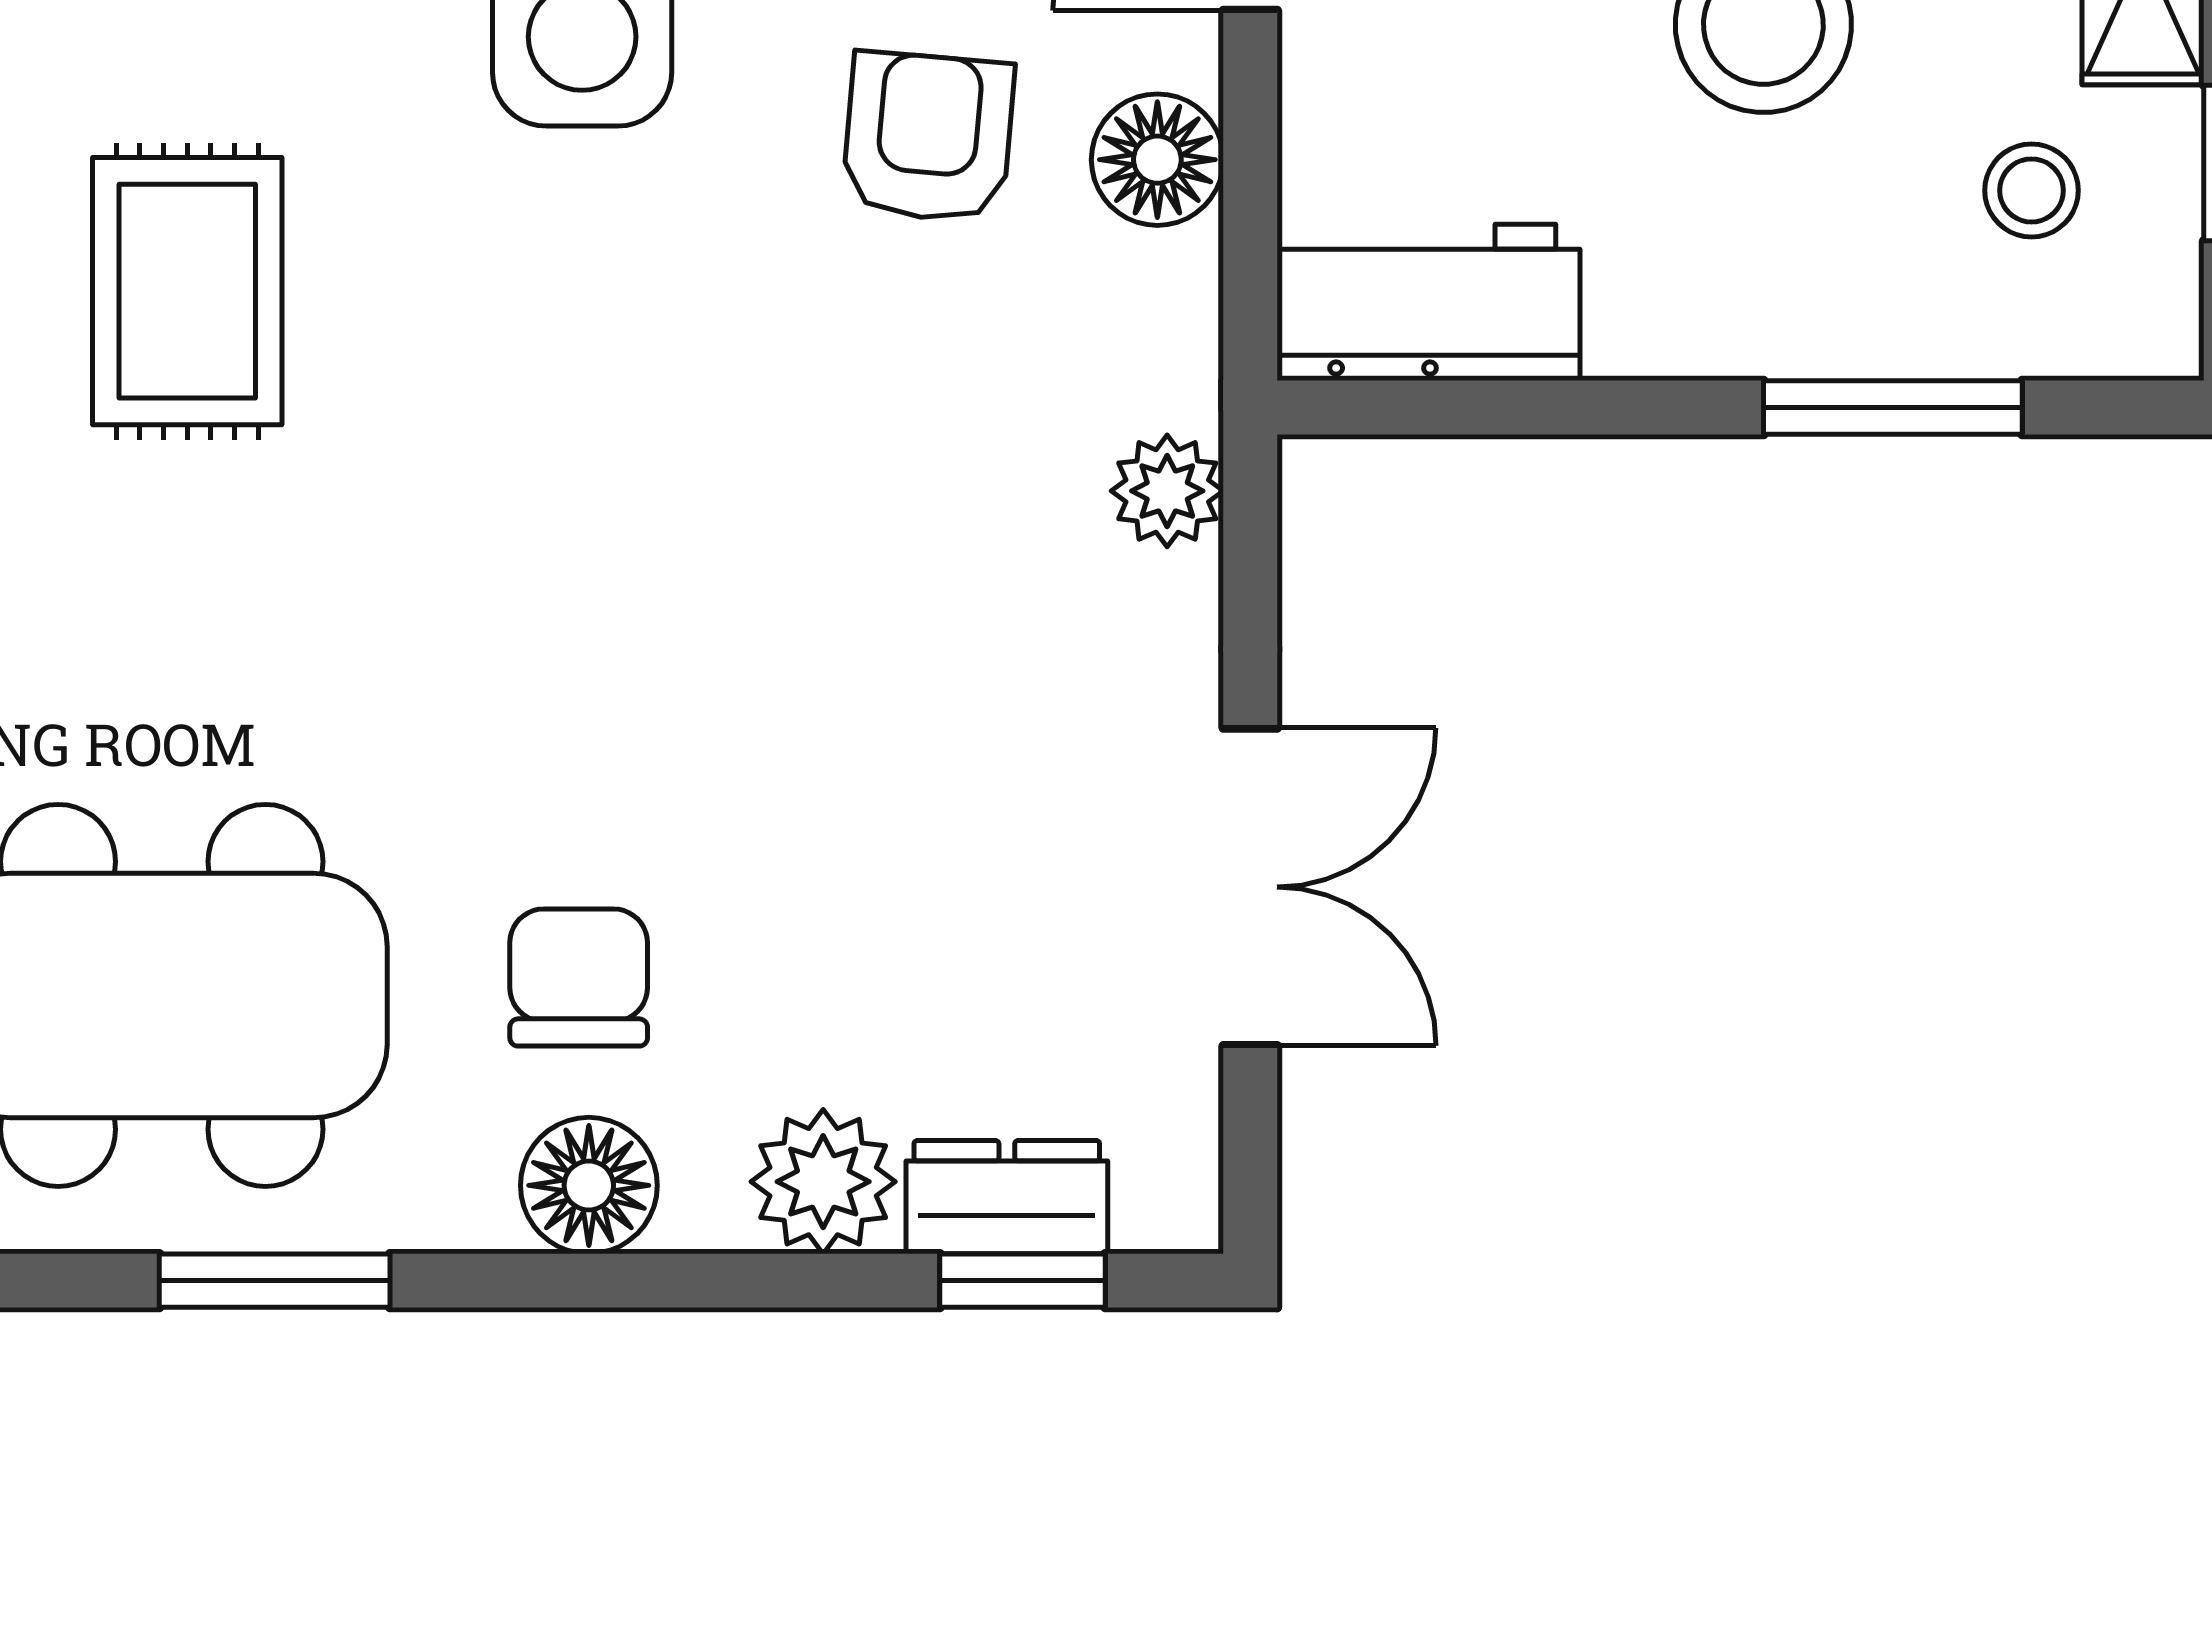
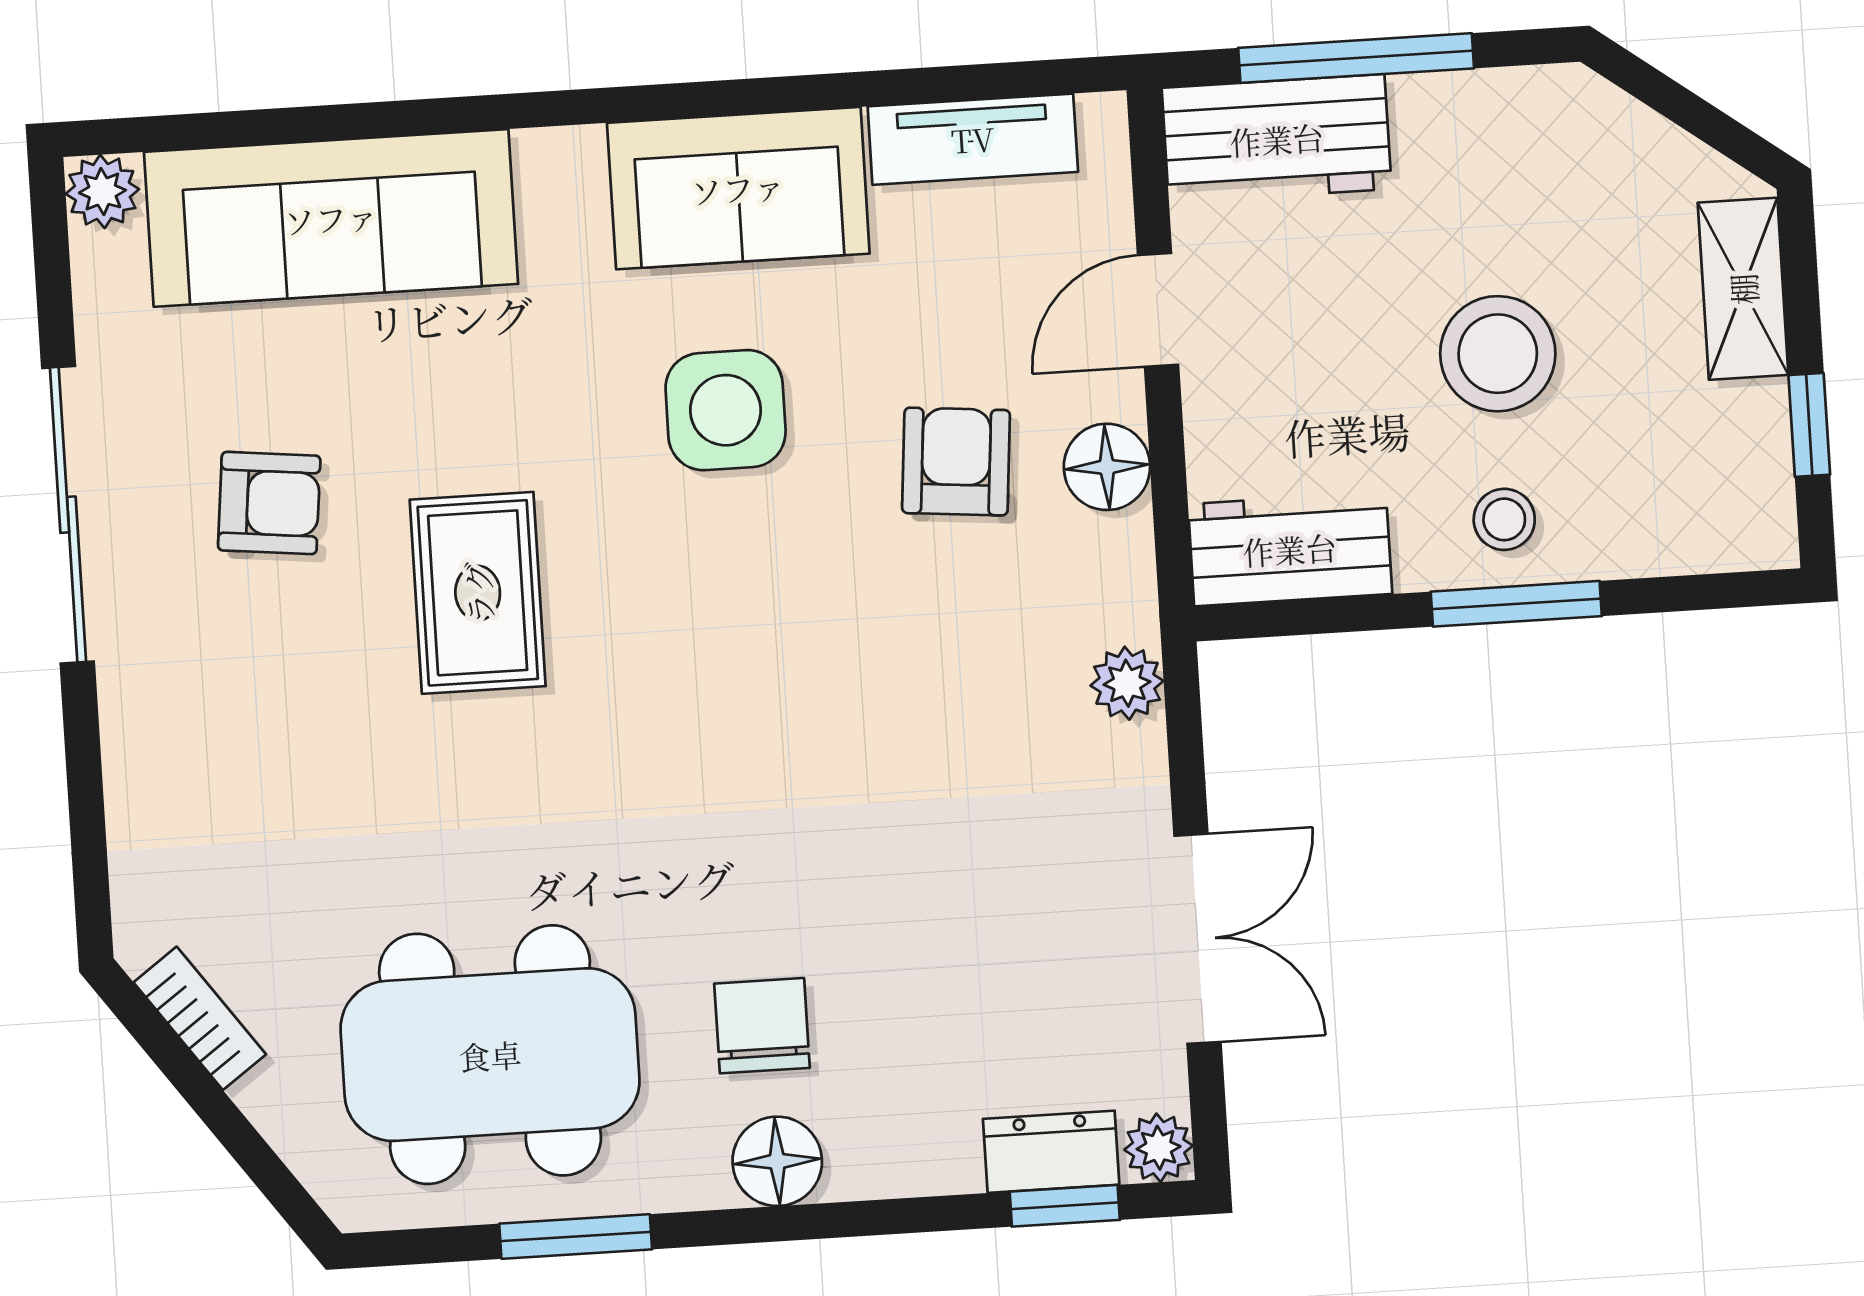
stool: (2032, 190) -> (1504, 519), moved
window: (1893, 407) -> (1516, 604), moved
plant: (823, 1182) -> (1159, 1148), moved, width x0.73, depth x0.73

